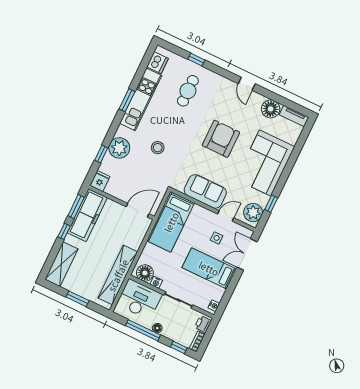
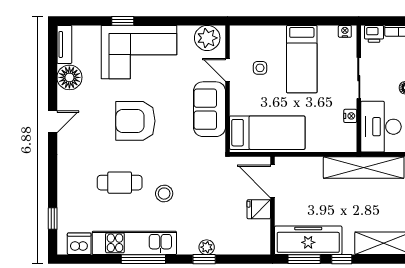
window: (196, 60) -> (53, 219), moved
cafe table: (188, 91) -> (120, 183), moved
window: (127, 100) -> (143, 259), width x1.44
plant: (119, 148) -> (207, 247), width x0.53, depth x0.53
stool: (158, 148) -> (164, 194), moved
window: (101, 154) -> (204, 259), moved
fridge: (100, 181) -> (259, 209), moved
window: (271, 204) -> (123, 21), moved
double door: (247, 254) -> (262, 21), removed
floor lamp: (145, 273) -> (345, 135), removed

